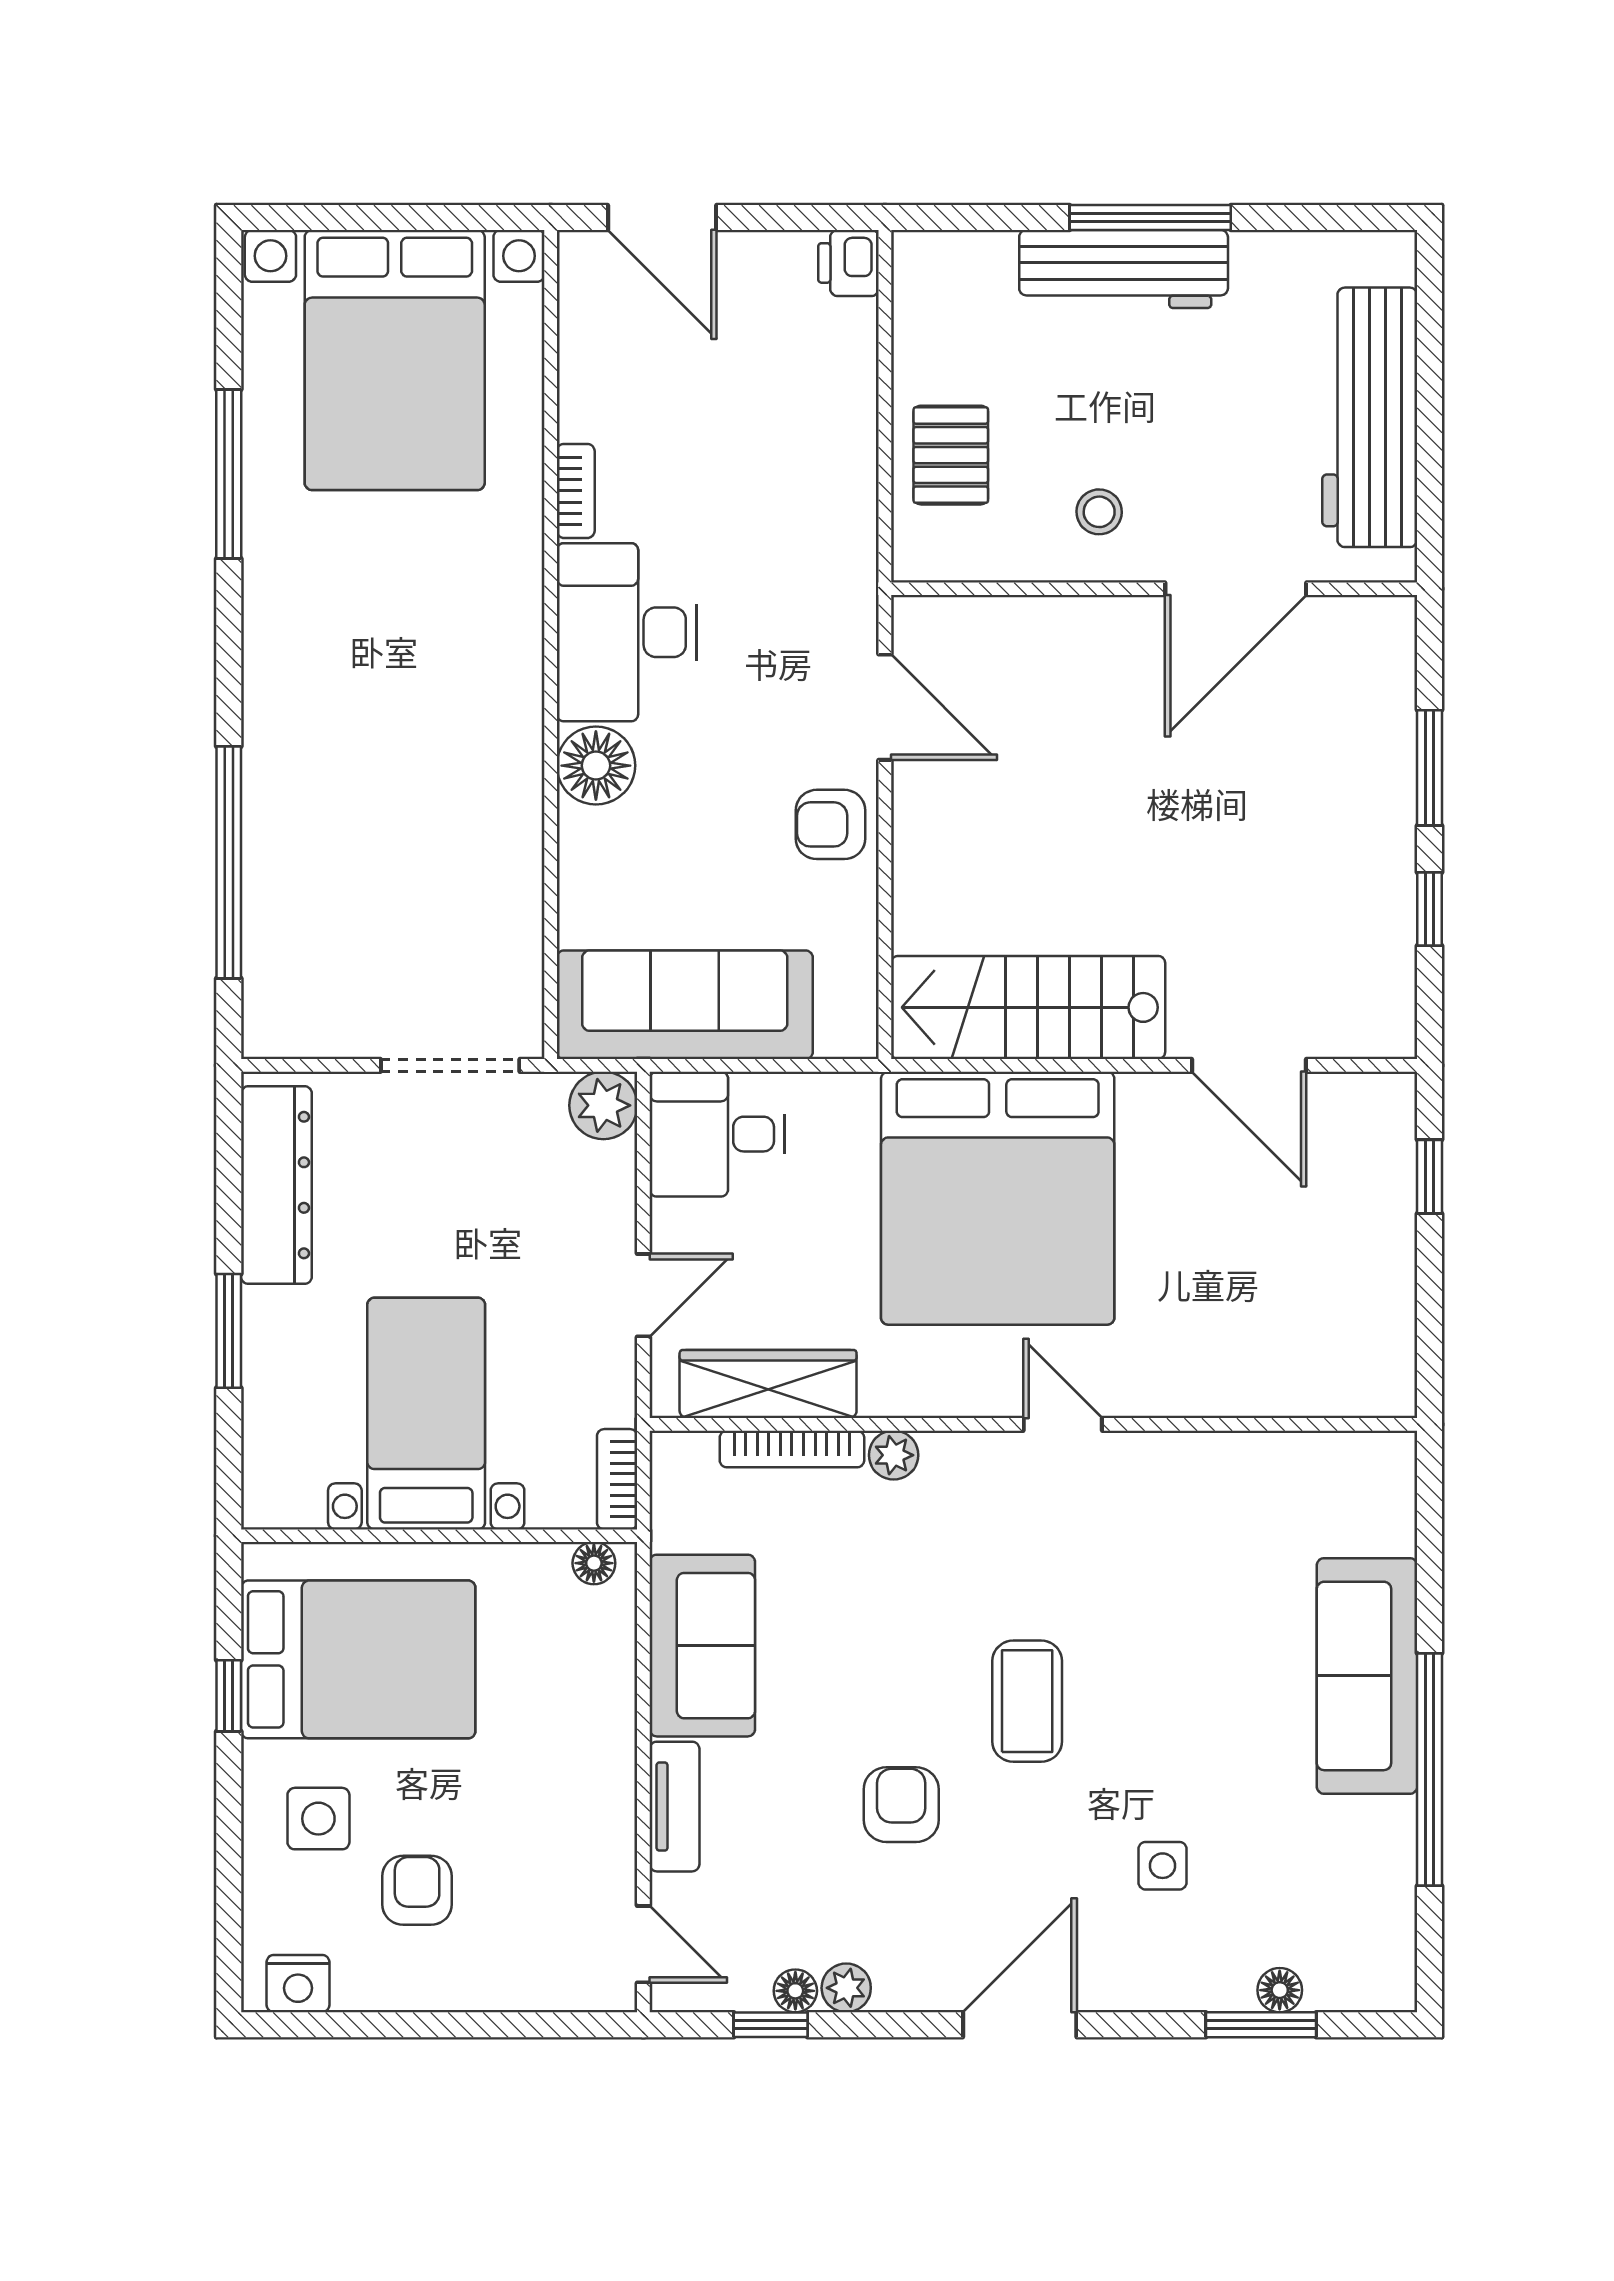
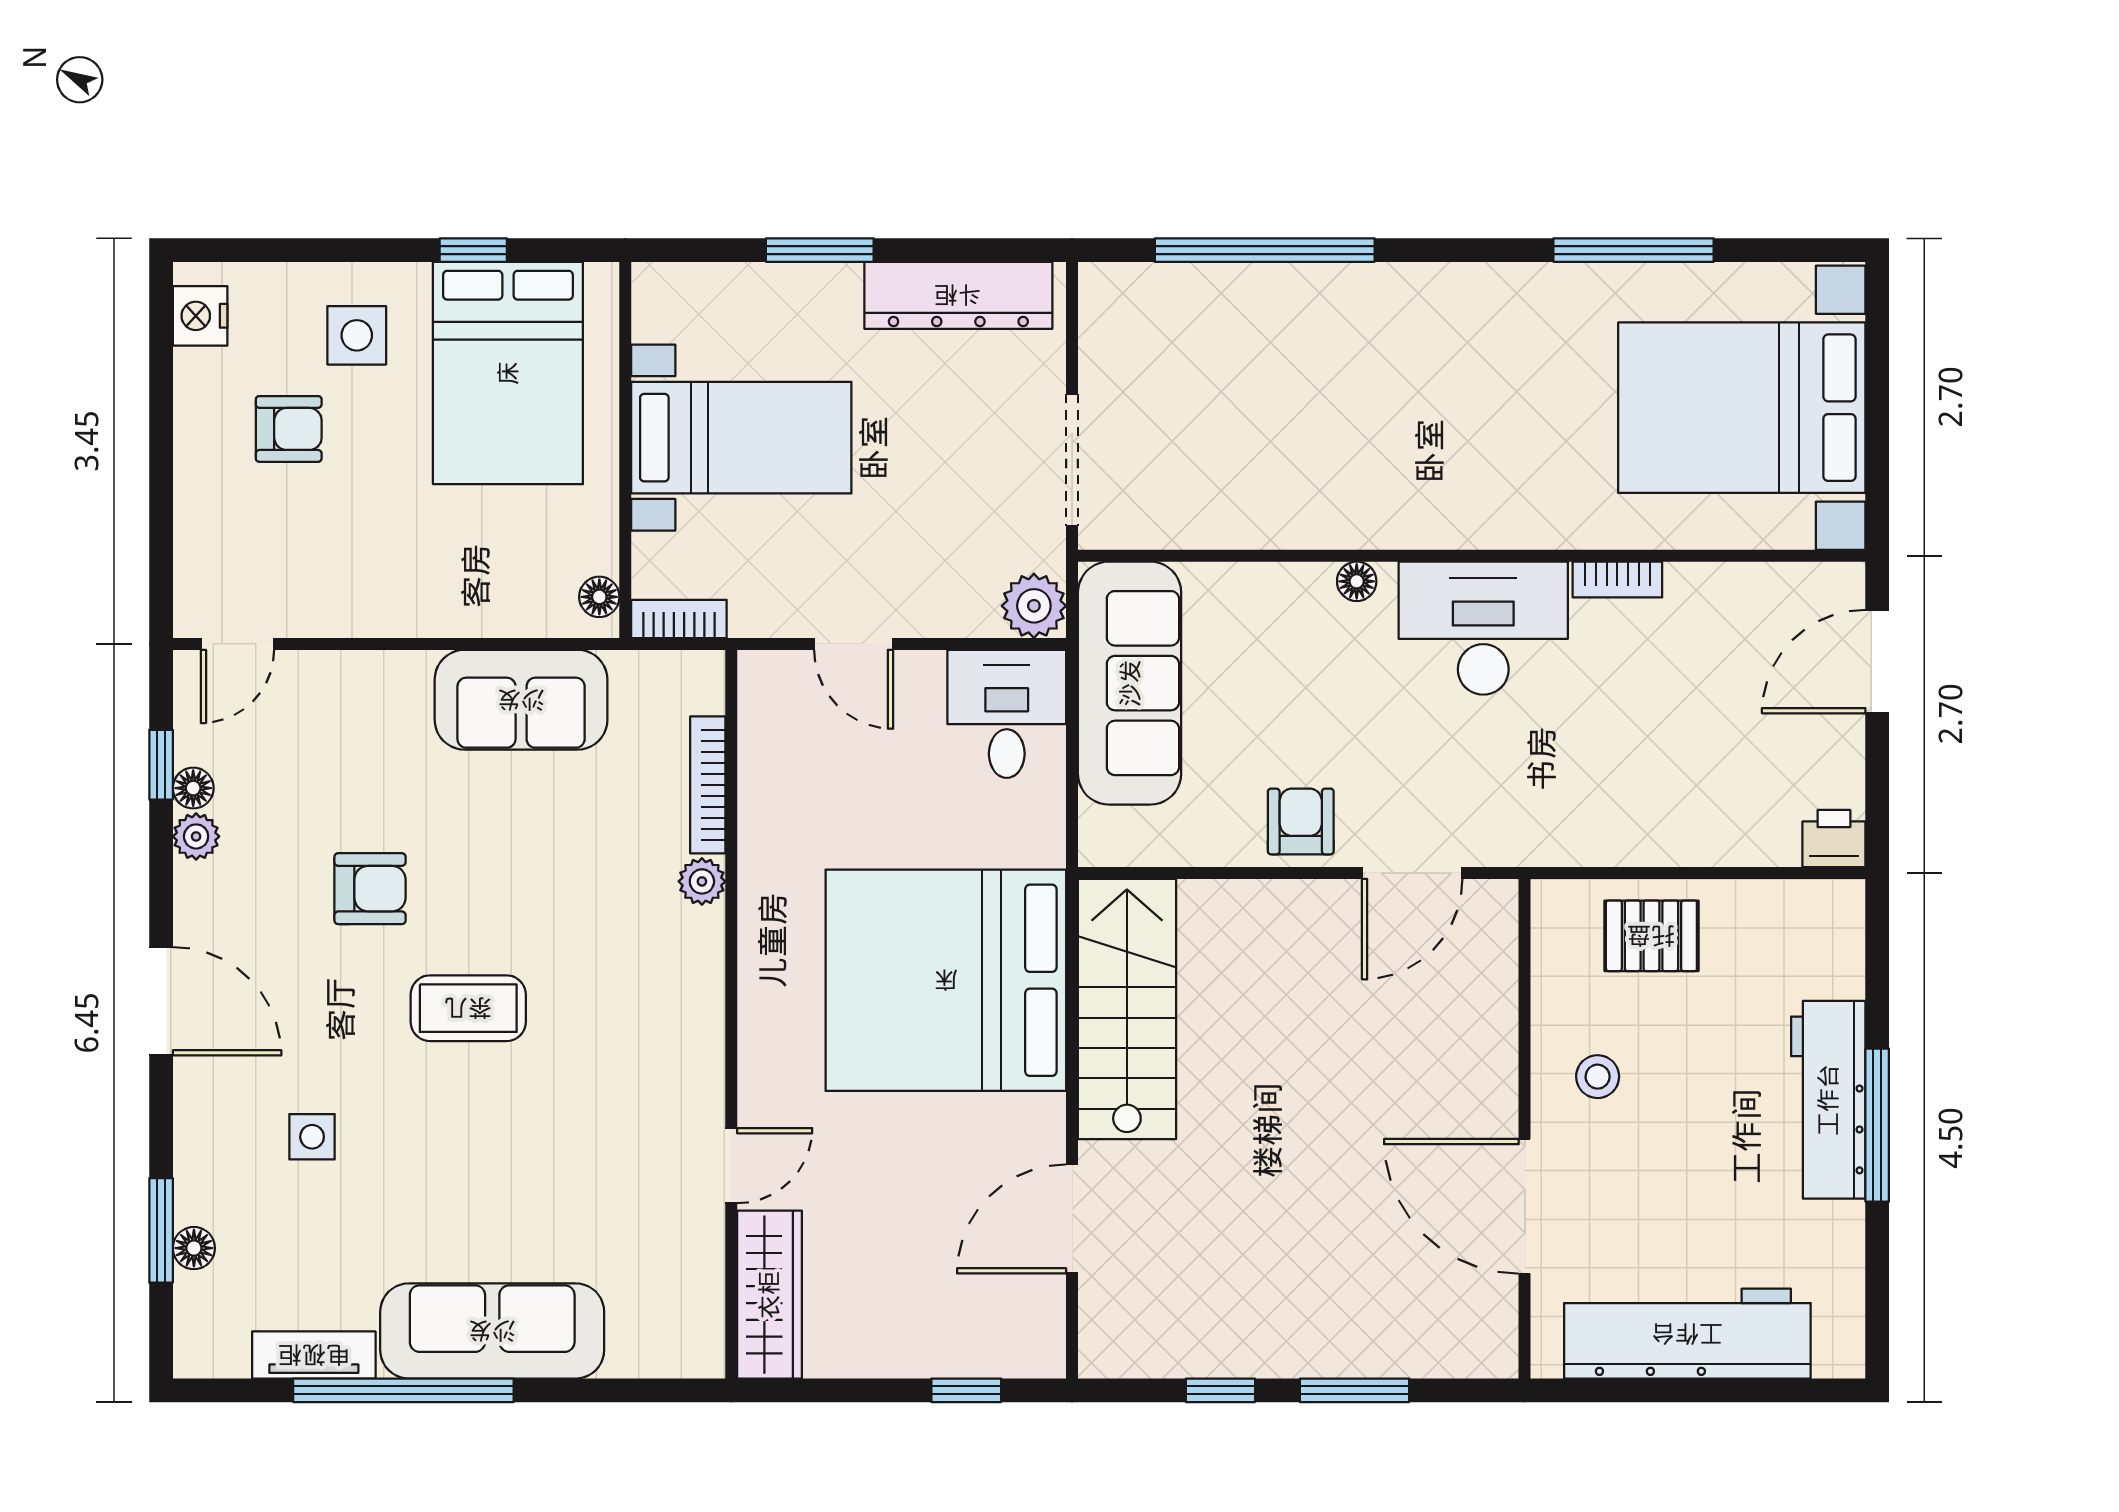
floor lamp: (596, 766) -> (1357, 581), width x0.53, depth x0.53
wardrobe: (768, 1384) -> (769, 1295), moved
door: (1063, 1424) -> (731, 1166), moved
tv unit: (674, 1807) -> (314, 1355), moved, turned 180

